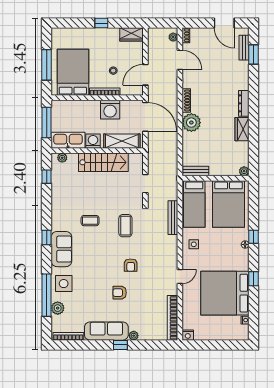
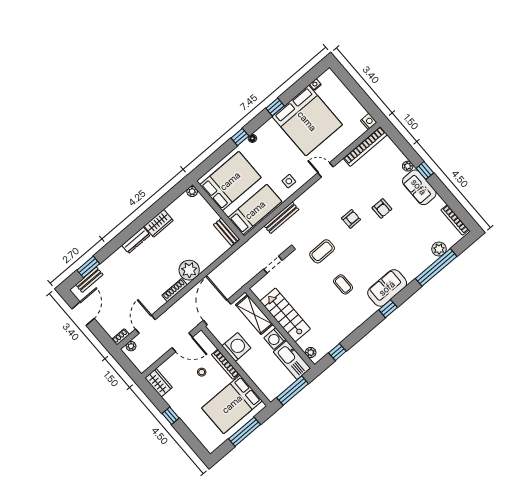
side table: (64, 284) -> (414, 262), removed
sofa: (106, 331) -> (419, 187), width x0.73

